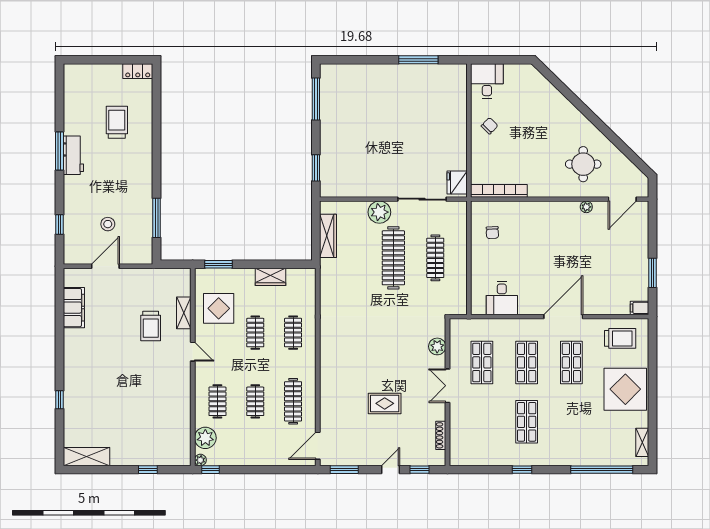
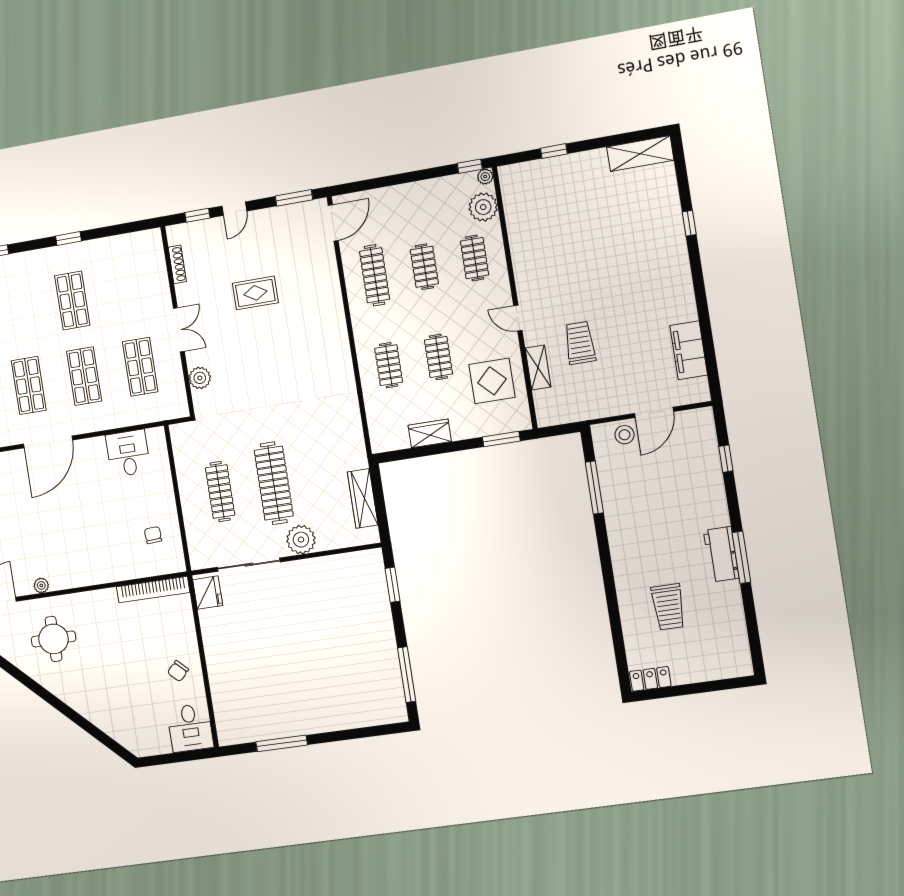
stool: (108, 224) -> (625, 435), moved

